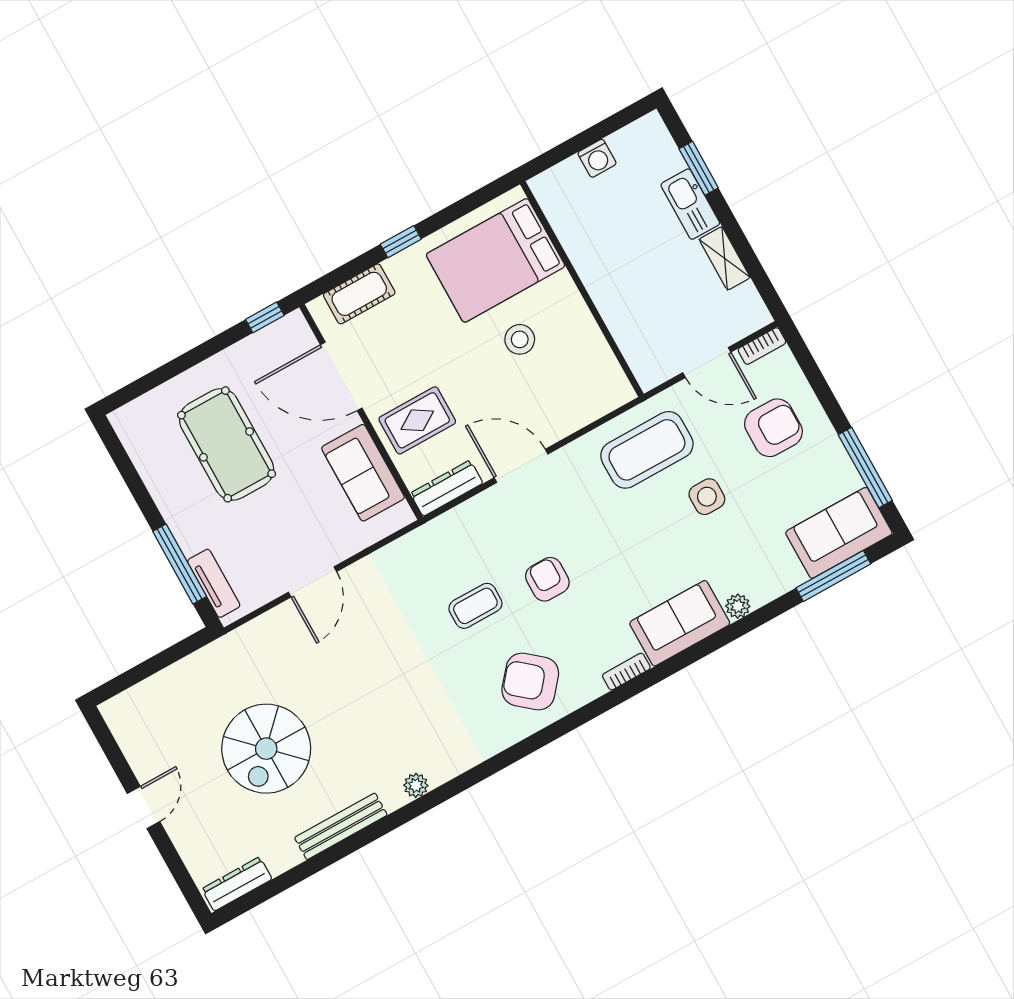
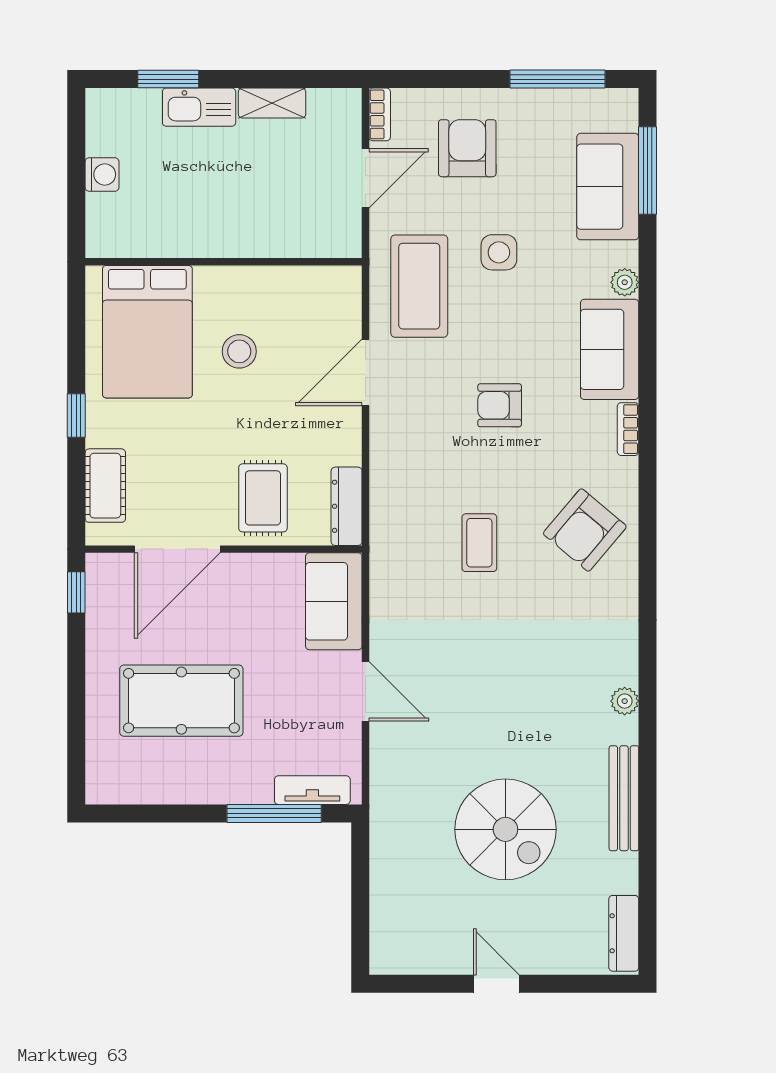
door: (521, 466) -> (365, 372), moved
sofa: (363, 473) -> (334, 601), moved, turned 90
sofa: (839, 533) -> (608, 187), moved
armchair: (547, 579) -> (500, 405), moved

